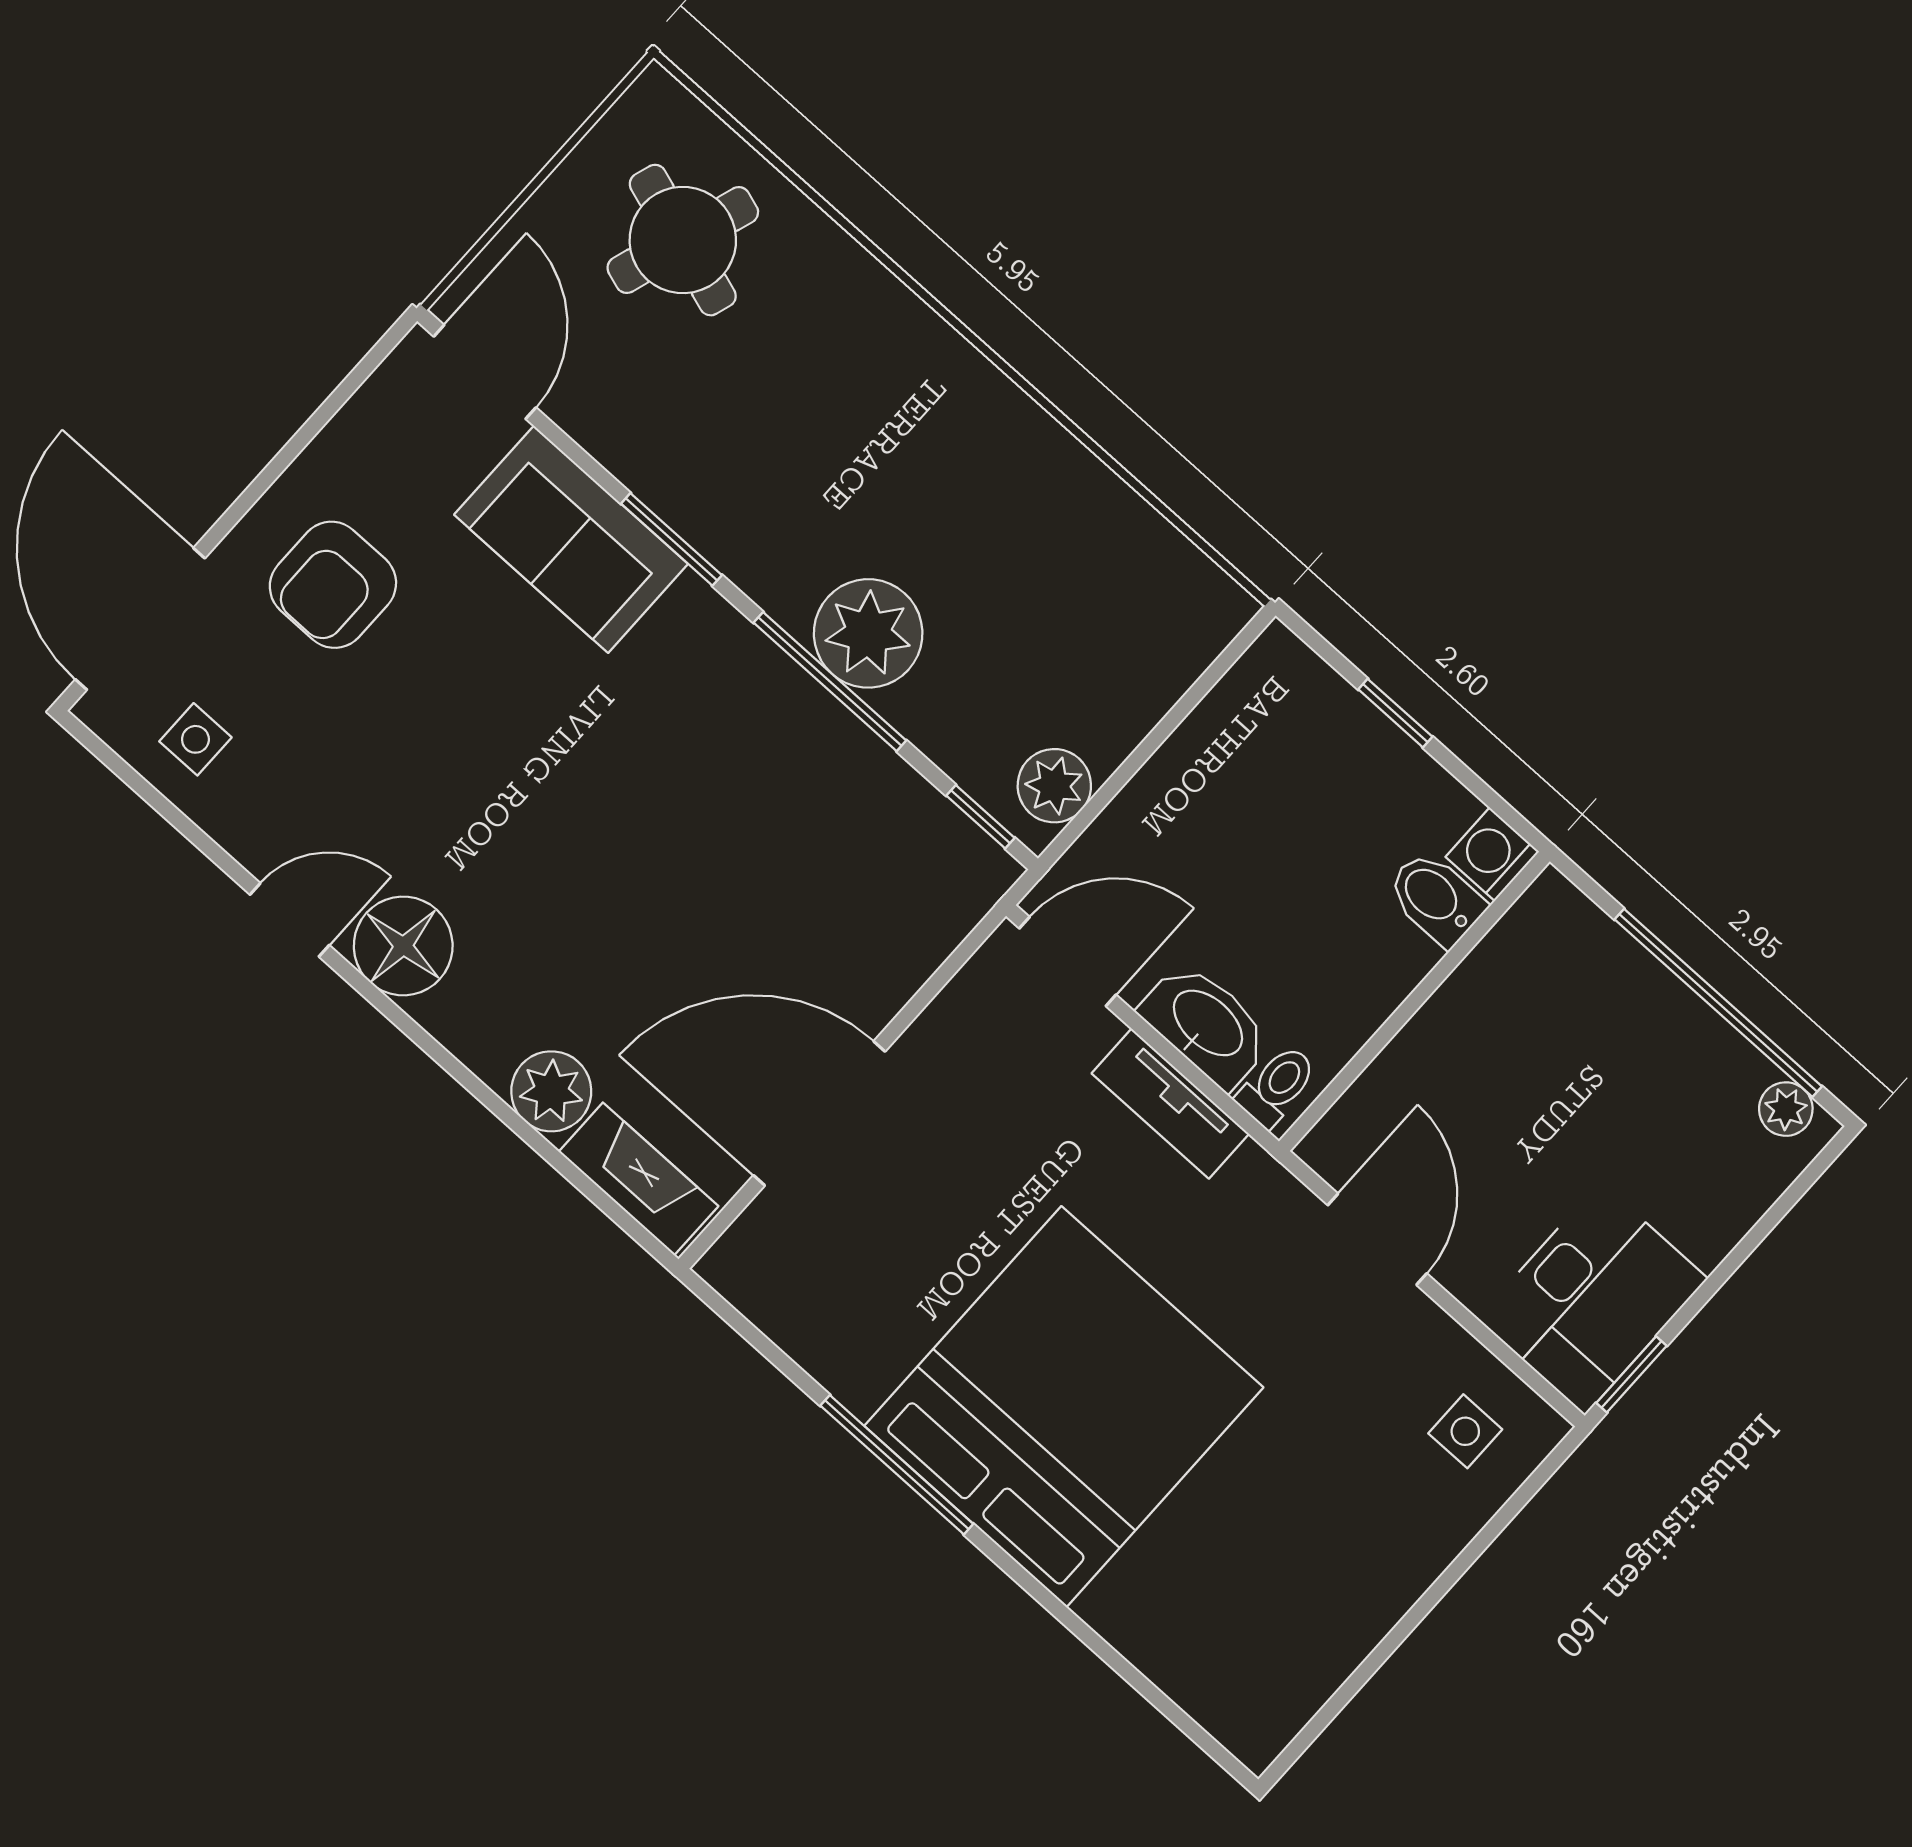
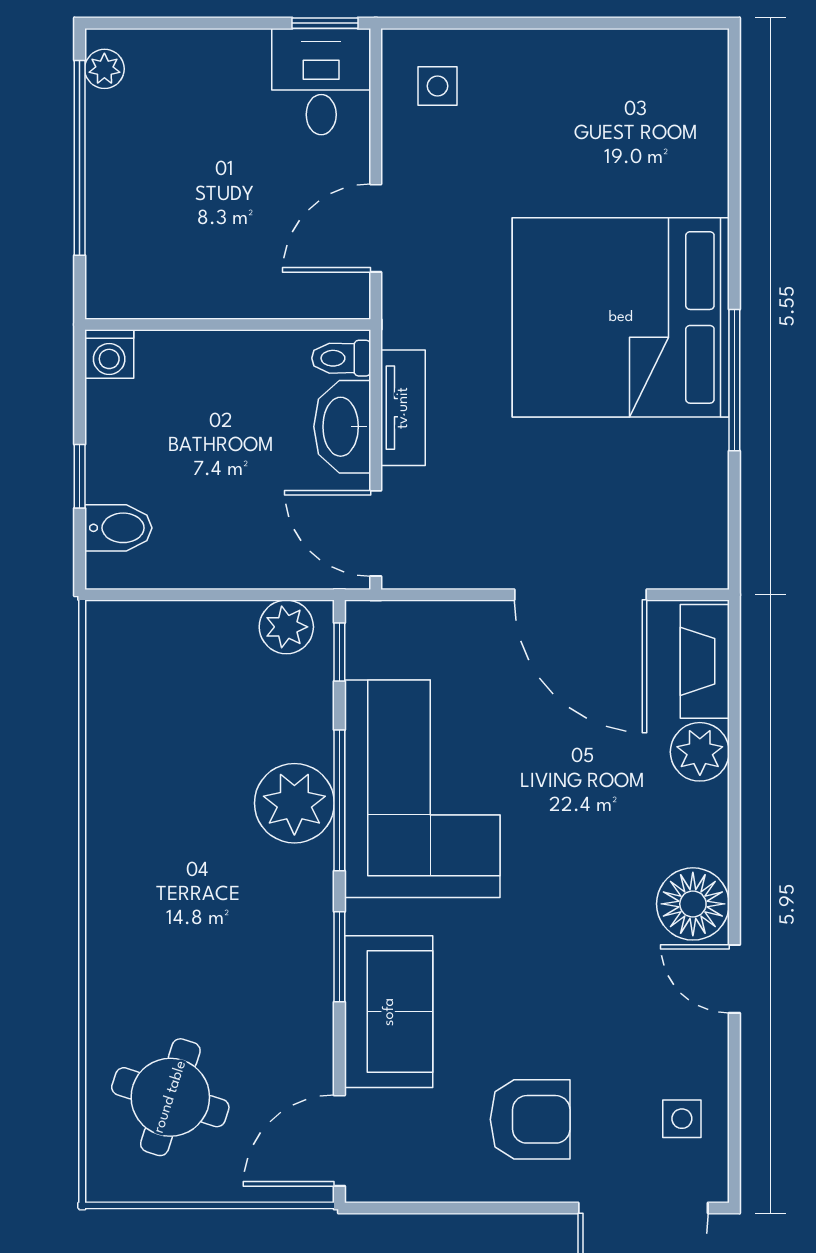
corner sofa: (766, 776) -> (422, 789), added
bidet: (1436, 898) -> (118, 528), moved, turned -90
desk: (1592, 1299) -> (321, 82), width x0.73

